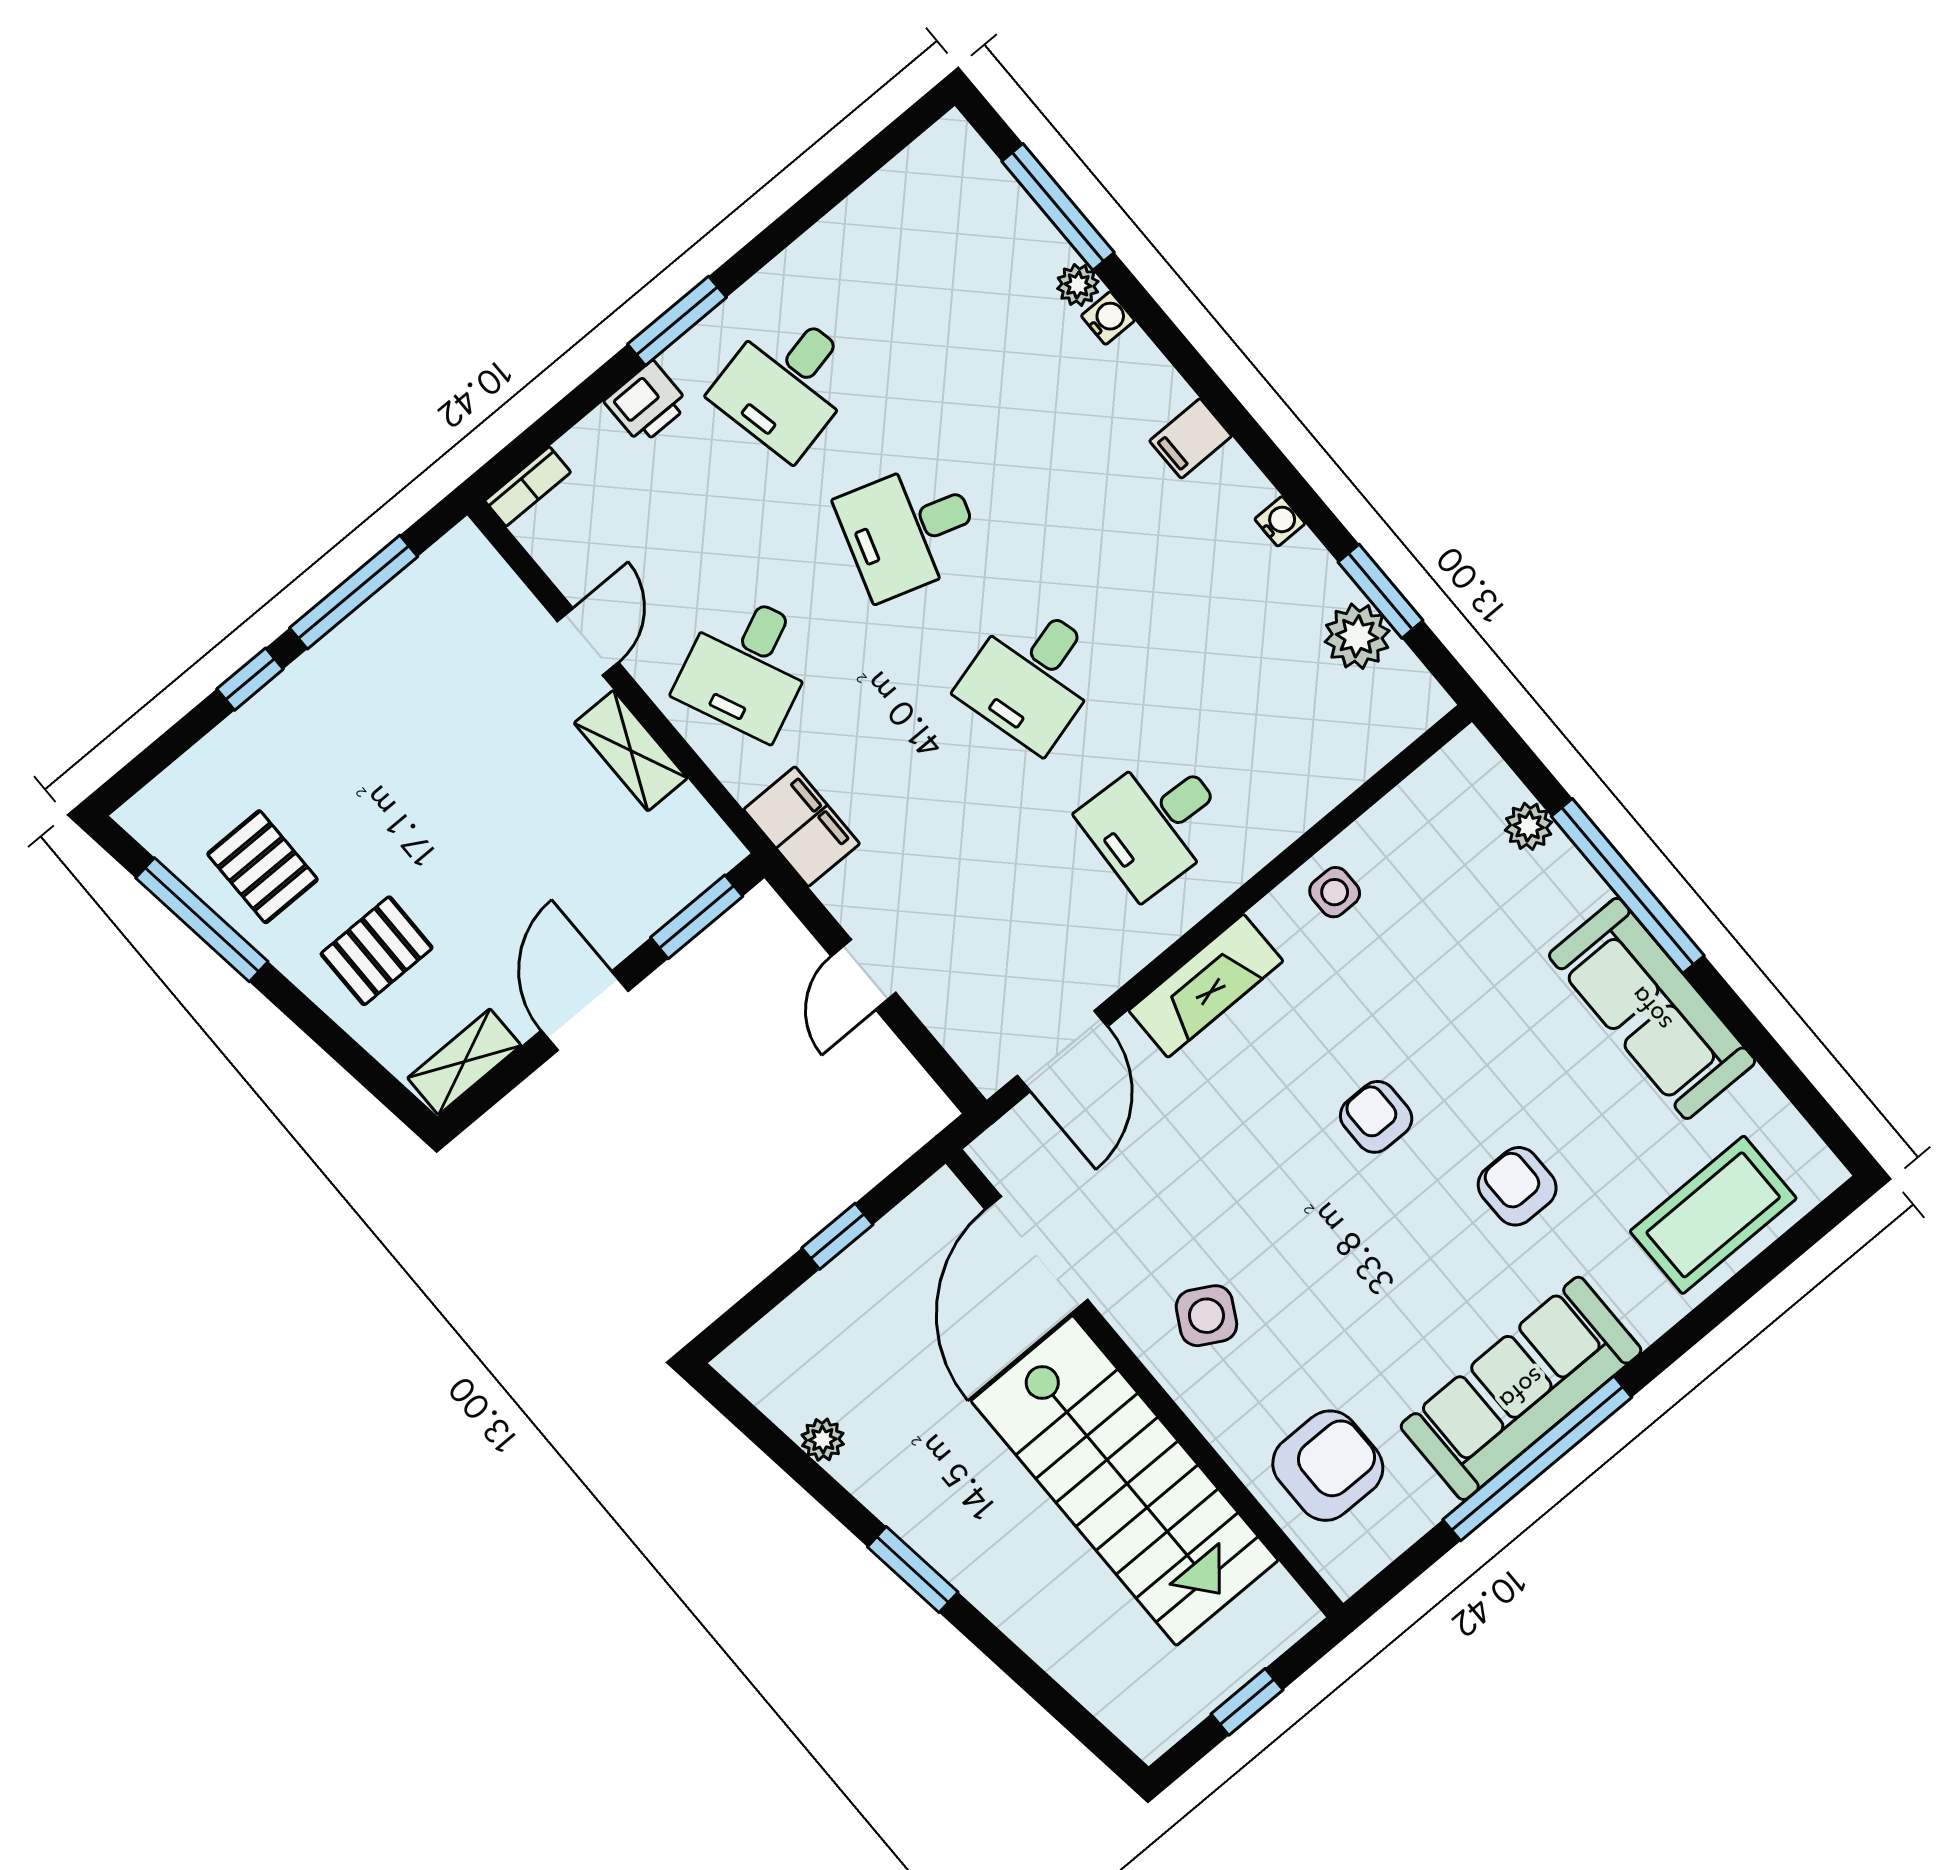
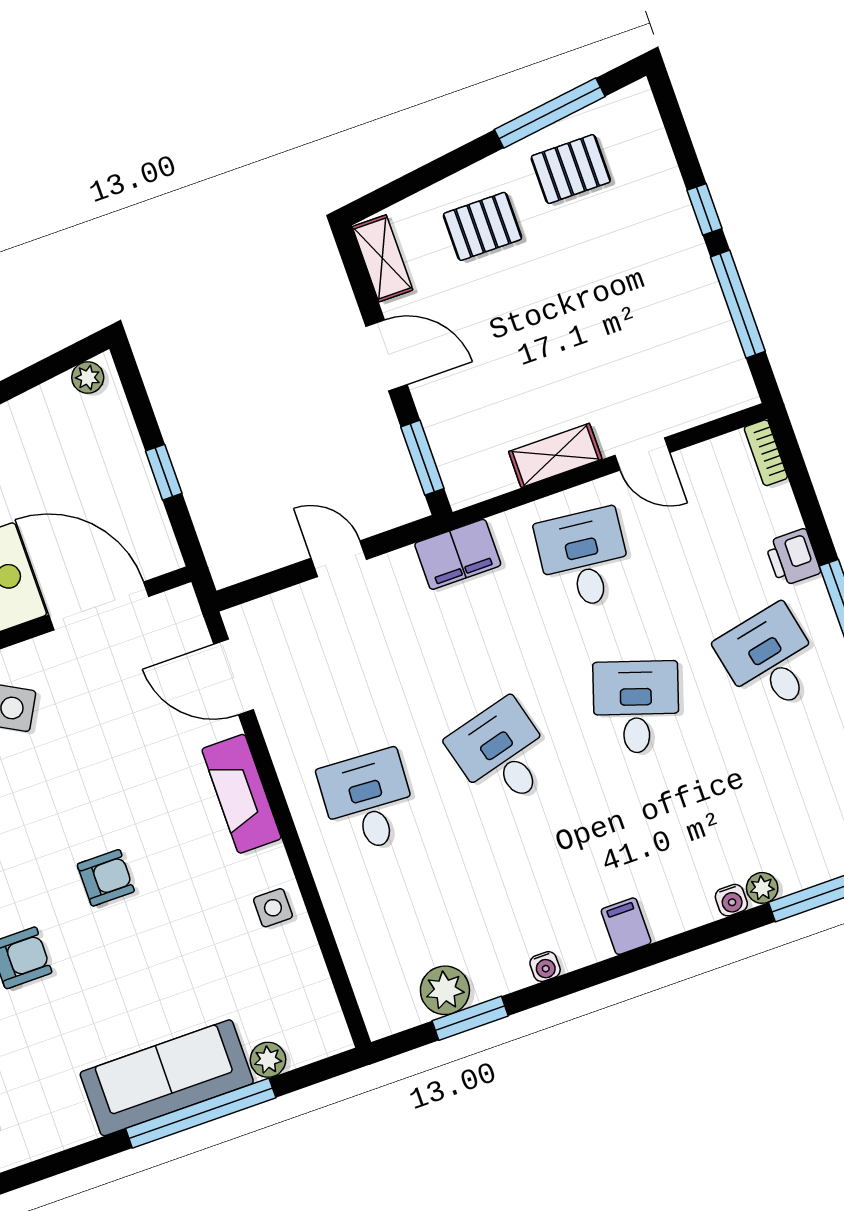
desk: (747, 666) -> (584, 559), turned 30
pallet: (377, 951) -> (483, 226), turned 90
sofa: (1652, 1008) -> (167, 1078), moved
plant: (823, 1440) -> (88, 378), moved

